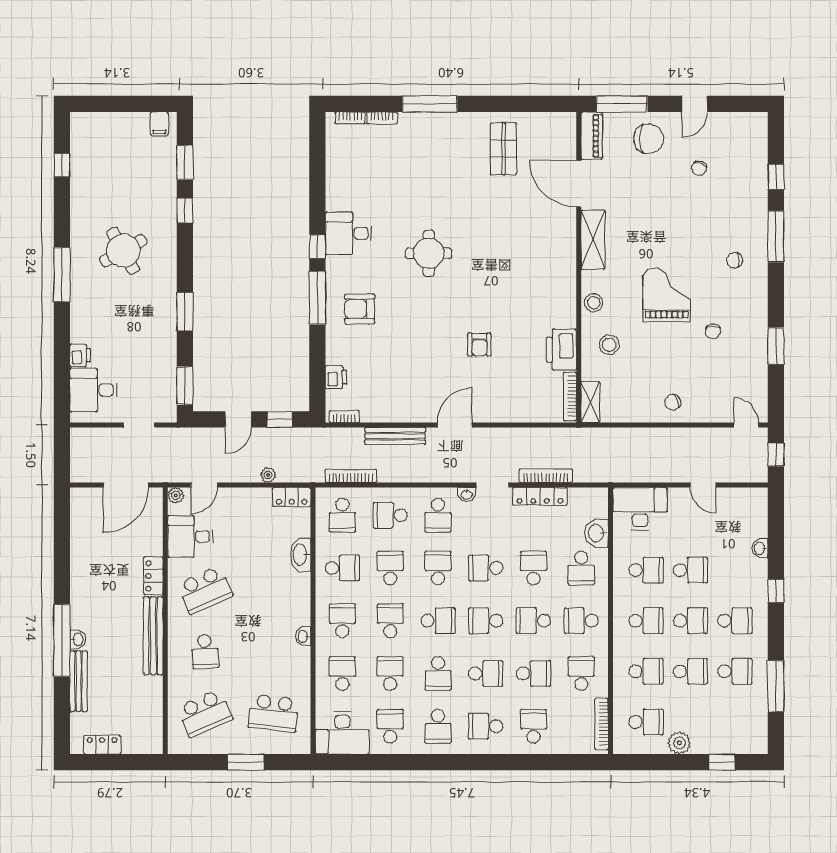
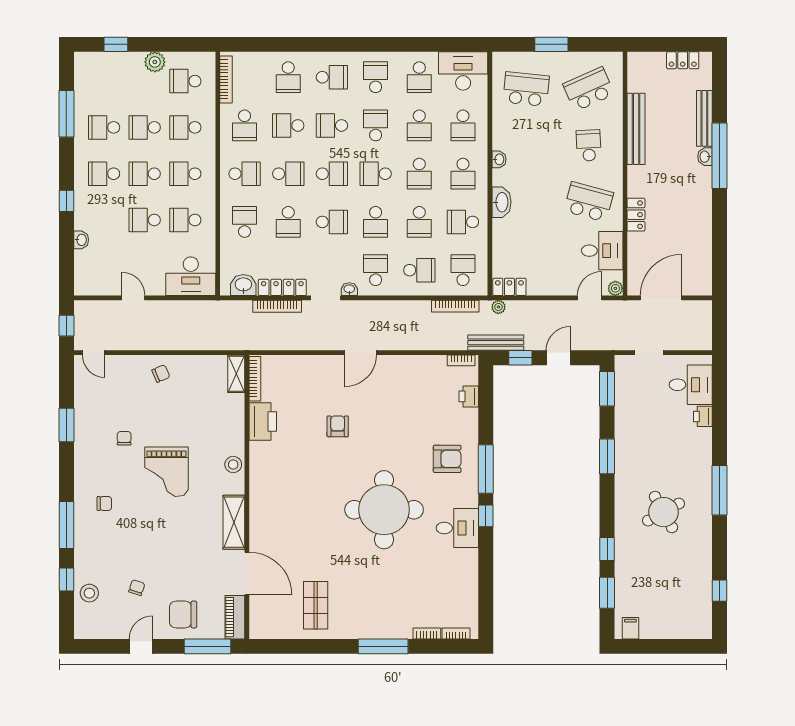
round table: (429, 253) -> (384, 510), width x1.86, depth x1.86
stool: (609, 345) -> (89, 593), moved
bench: (395, 436) -> (496, 343), moved
plant: (268, 475) -> (498, 307), moved
washbasin: (597, 533) -> (243, 285), moved, turned -90
washbasin: (300, 555) -> (501, 202), moved
school desk: (205, 590) -> (589, 202), turned 39
bench: (153, 636) -> (636, 129), moved

